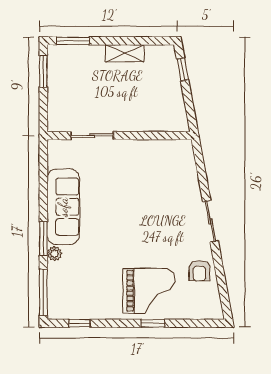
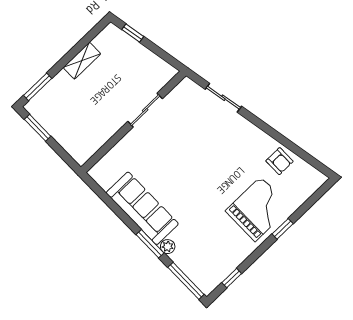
sliding door: (92, 136) -> (145, 110), moved
sliding door: (210, 221) -> (223, 98), moved

